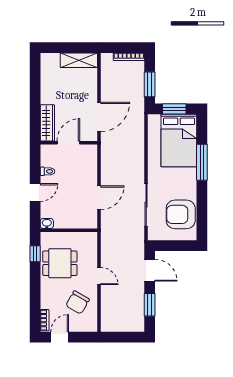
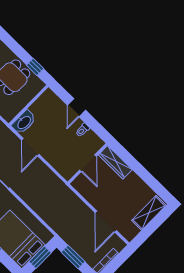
shelving: (79, 60) -> (149, 213), moved
door: (99, 117) -> (106, 222), moved
washbasin: (47, 224) -> (24, 122), moved, width x1.91, depth x1.45

